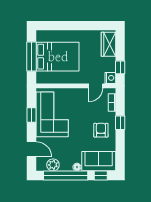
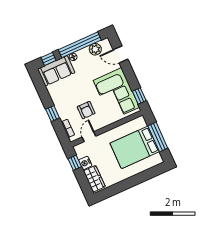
nightstand: (110, 78) -> (85, 163), moved
window: (32, 115) -> (139, 96), moved
armchair: (101, 130) -> (86, 110), moved

